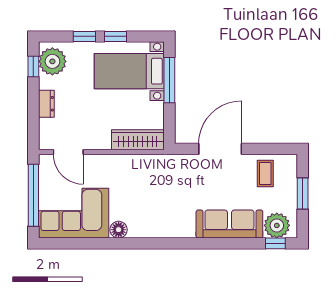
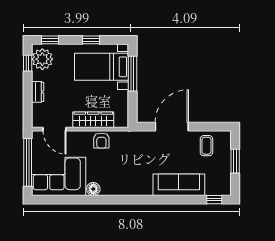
window: (84, 36) -> (50, 40), moved
wardrobe: (138, 140) -> (93, 120), moved
armchair: (129, 167) -> (101, 141), added
plant: (277, 225) -> (215, 186), removed

